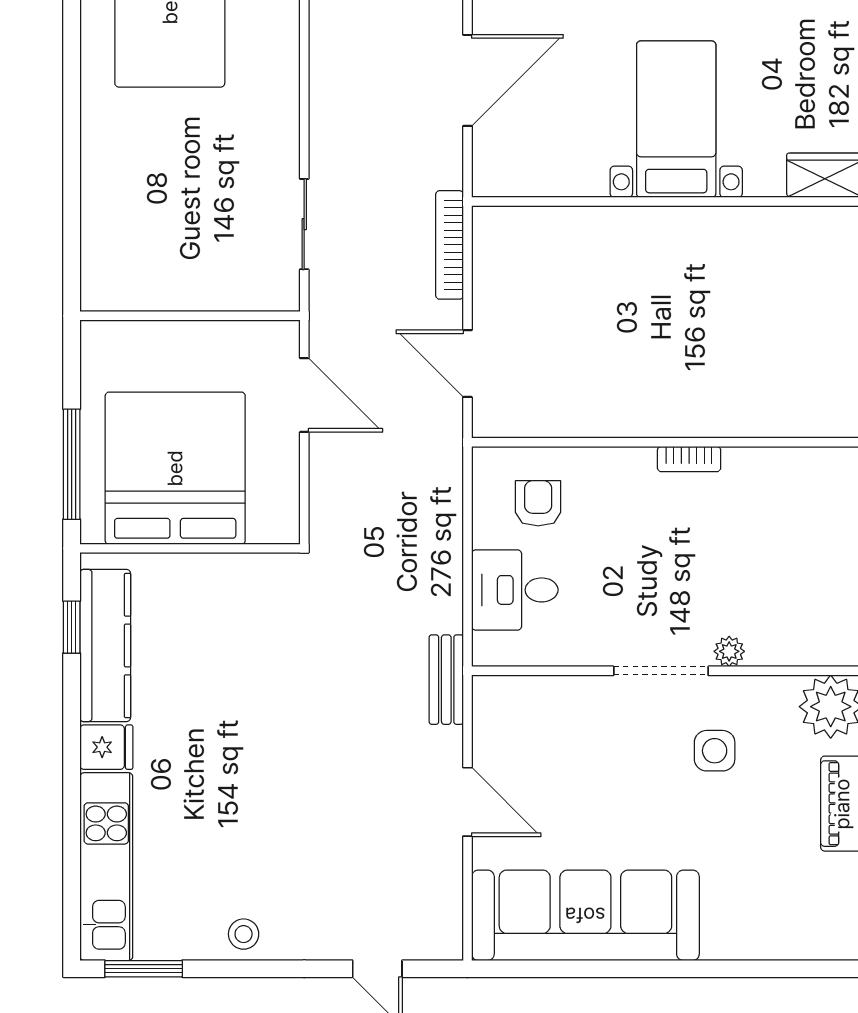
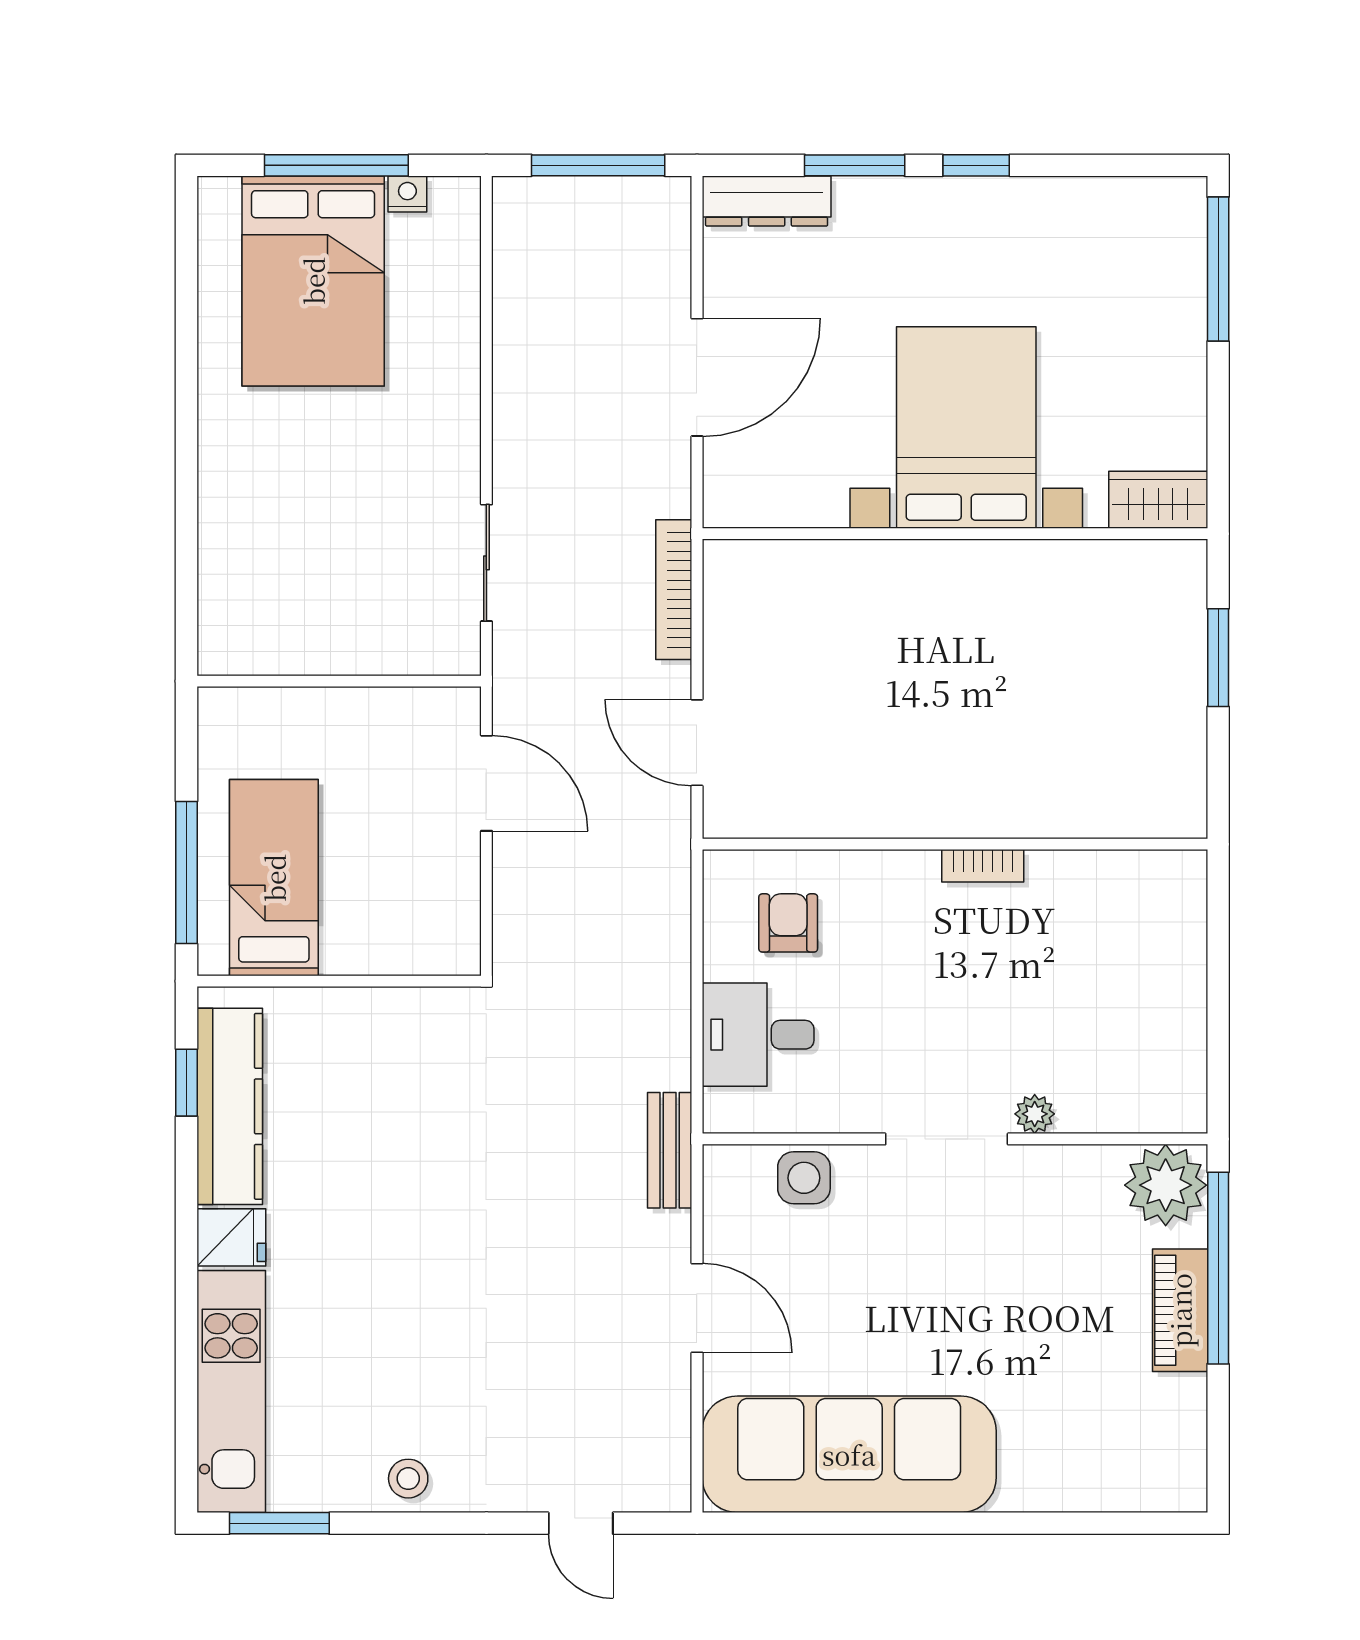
bed with nightstands: (676, 119) -> (966, 428), width x1.36
bed: (175, 468) -> (274, 878), width x0.49
side table: (715, 751) -> (804, 1178), moved

